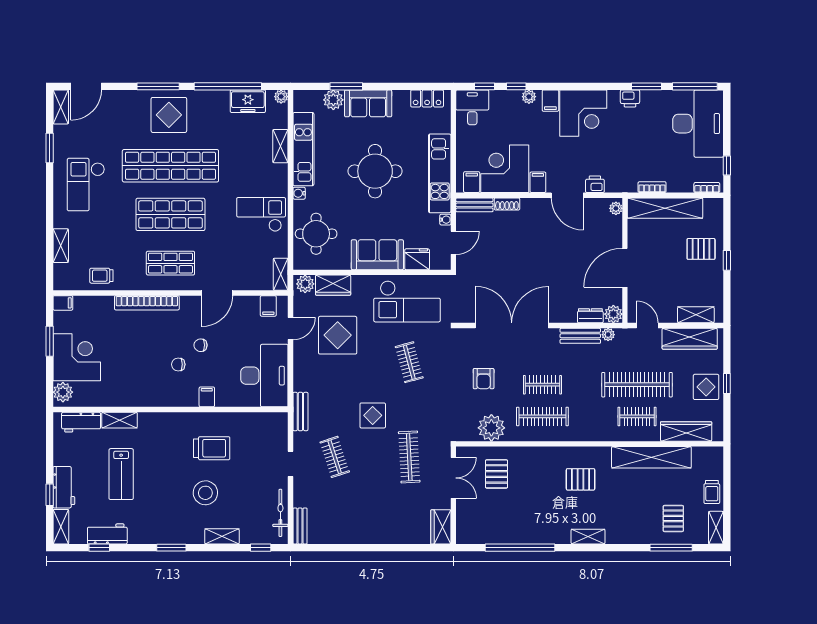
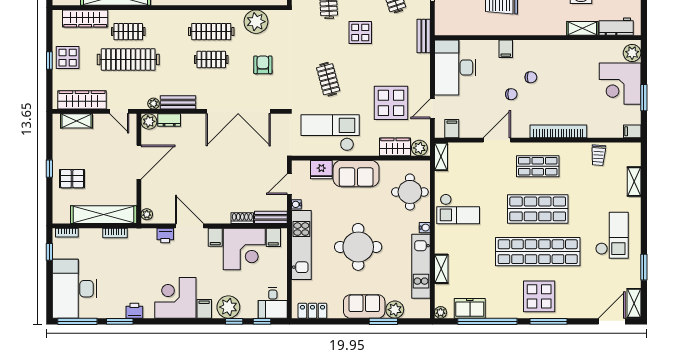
plant: (529, 97) -> (228, 307), width x1.88, depth x1.88
trolley: (101, 276) -> (598, 155), turned 94

